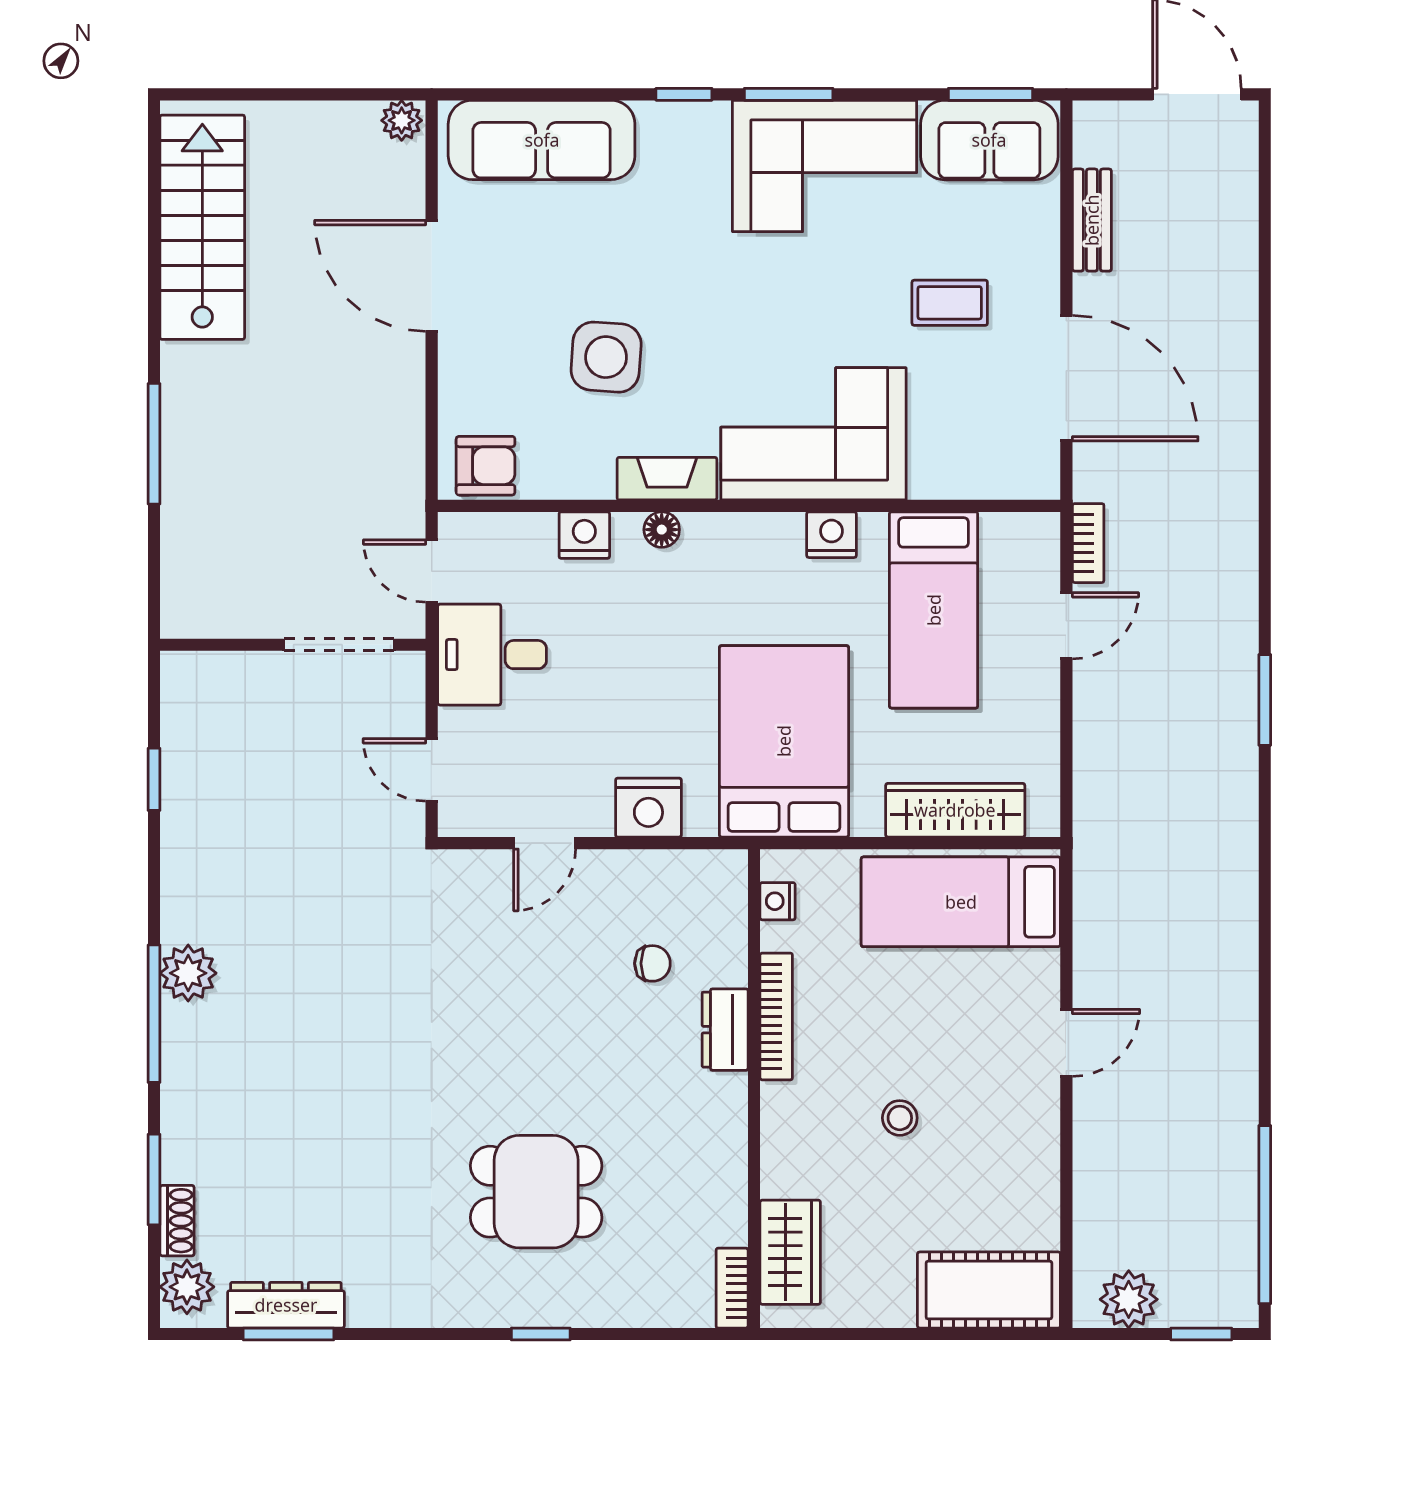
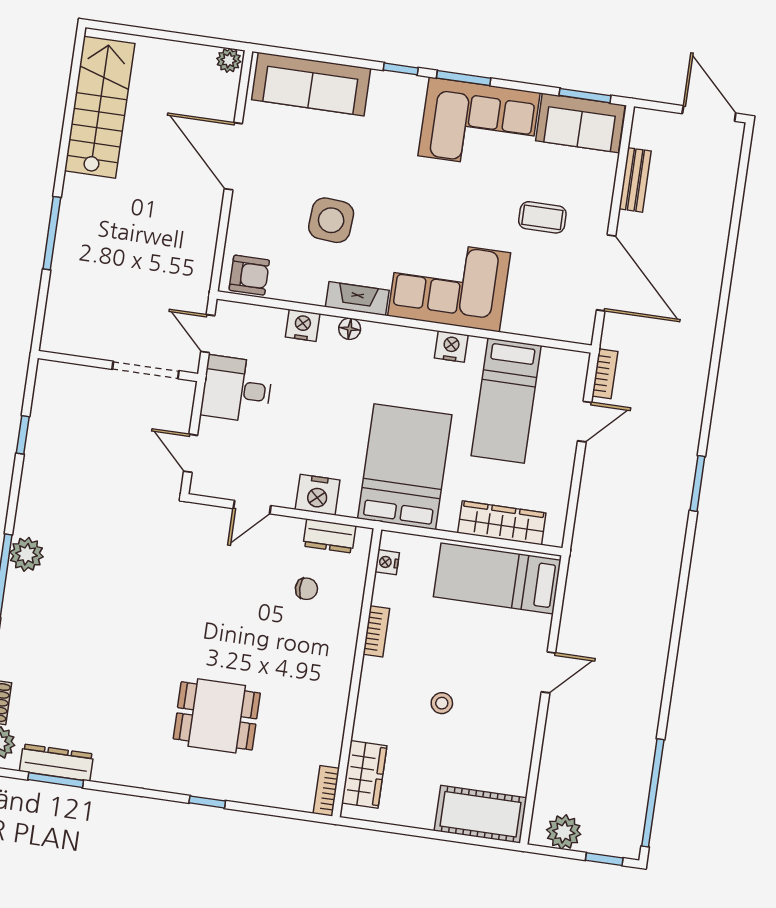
bookcase: (776, 1016) -> (376, 631), width x0.64
dresser: (725, 1030) -> (329, 536), moved, turned -90

